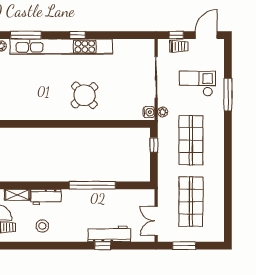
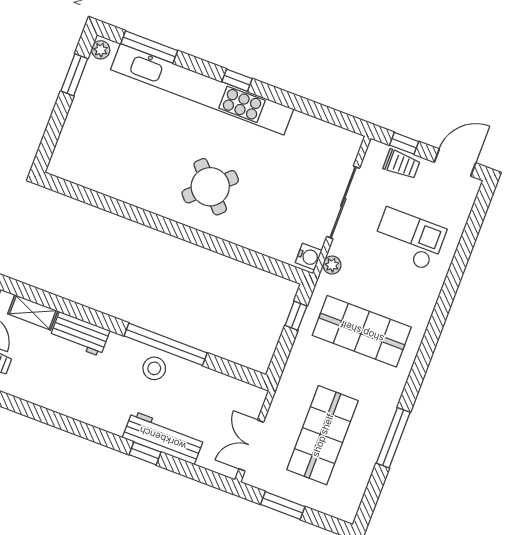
window: (228, 95) -> (393, 438), moved
shop shelf: (191, 140) -> (362, 331), turned 90
stool: (42, 226) -> (154, 368), moved

